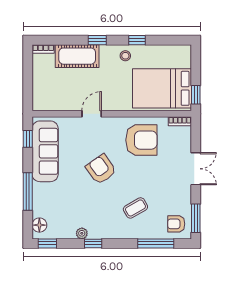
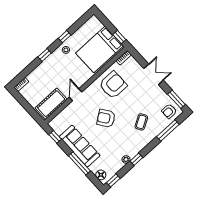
cot: (77, 56) -> (51, 104), moved
sofa: (45, 151) -> (80, 146), moved

